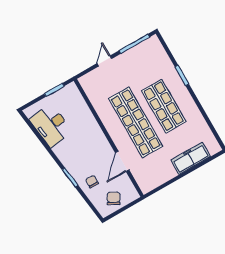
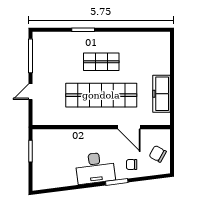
door: (104, 61) -> (30, 92), hinge flipped
shop shelf: (164, 106) -> (101, 62), width x0.70, depth x0.74
desk: (51, 125) -> (95, 168), moved
freezer: (191, 158) -> (161, 94), moved

